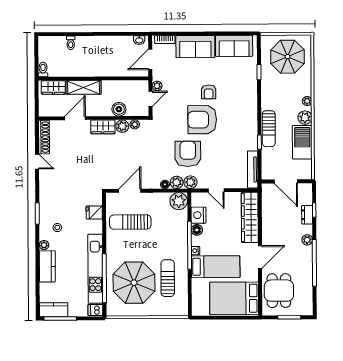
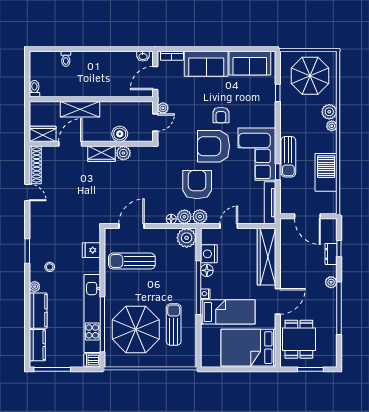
wardrobe: (53, 87) -> (43, 134), moved, turned 180
plant: (305, 118) -> (329, 112), moved
plant: (135, 124) -> (137, 151), removed
corner sofa: (241, 127) -> (257, 154), added
door: (216, 190) -> (229, 226), swing flipped
kitchen counter: (54, 310) -> (37, 345), moved, turned 90

